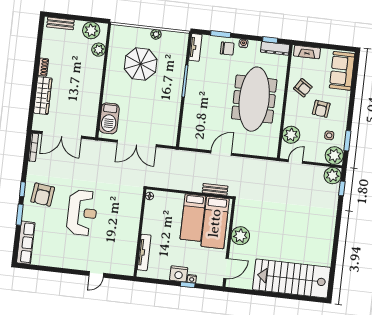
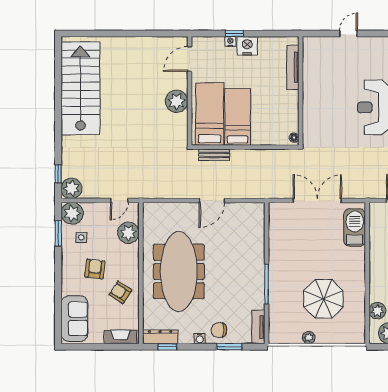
stairs: (292, 279) -> (81, 88), moved, turned -90

